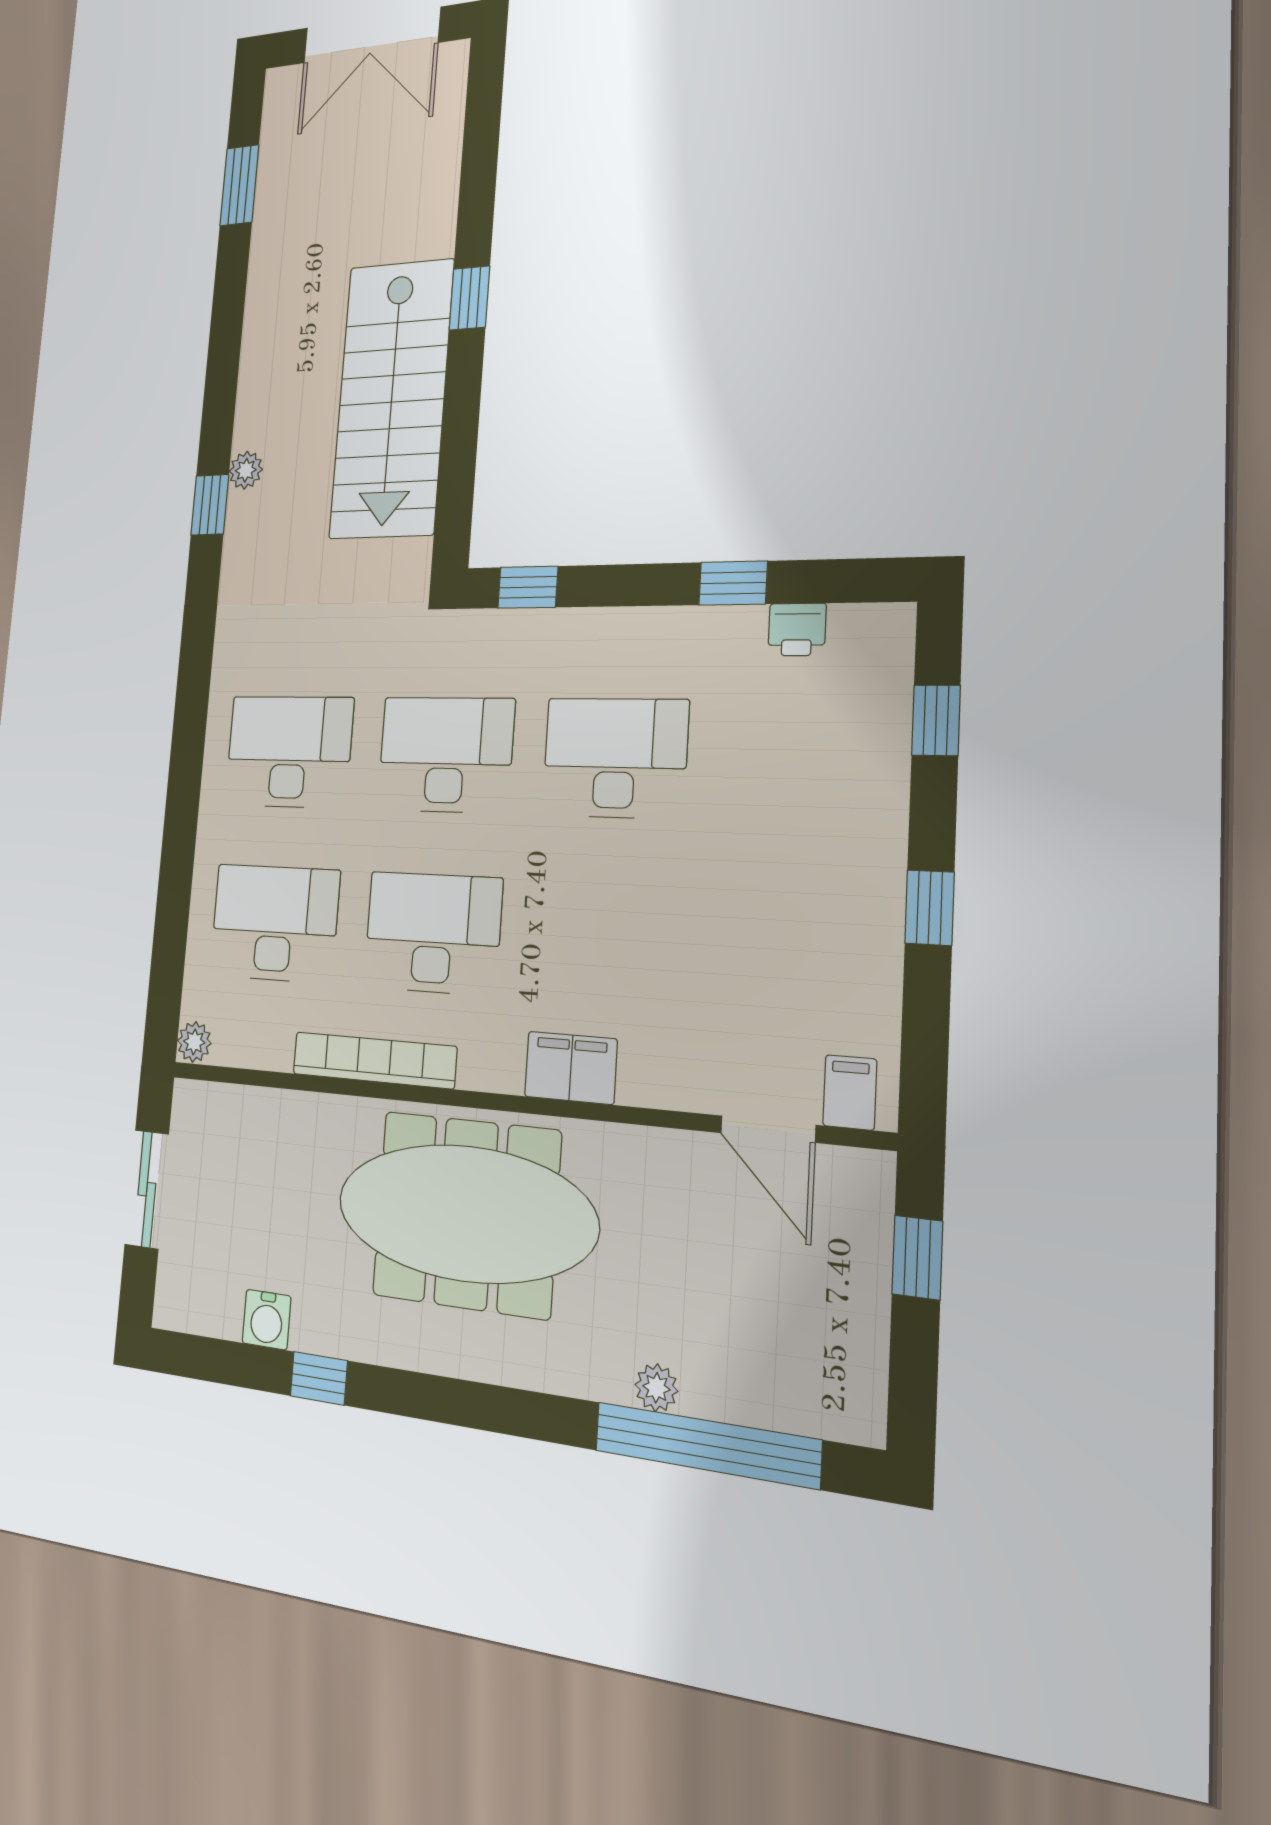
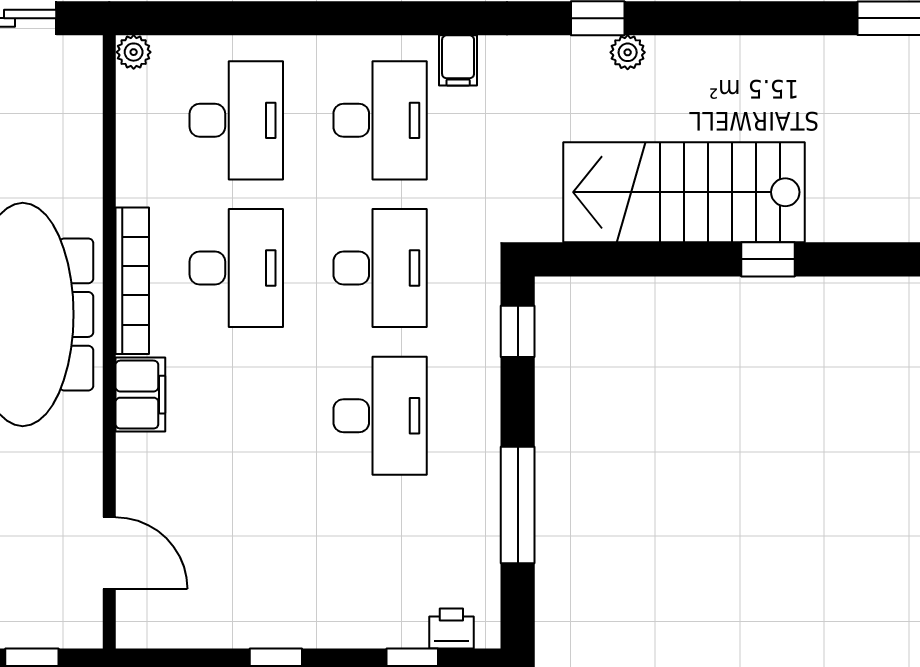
window: (733, 583) -> (518, 505), width x2.17
printer: (797, 629) -> (451, 629), moved, turned 90
bookcase: (374, 1060) -> (132, 281), moved
filing cabinet: (850, 1092) -> (458, 60), moved, turned 90
door: (768, 1129) -> (109, 553), swing flipped

